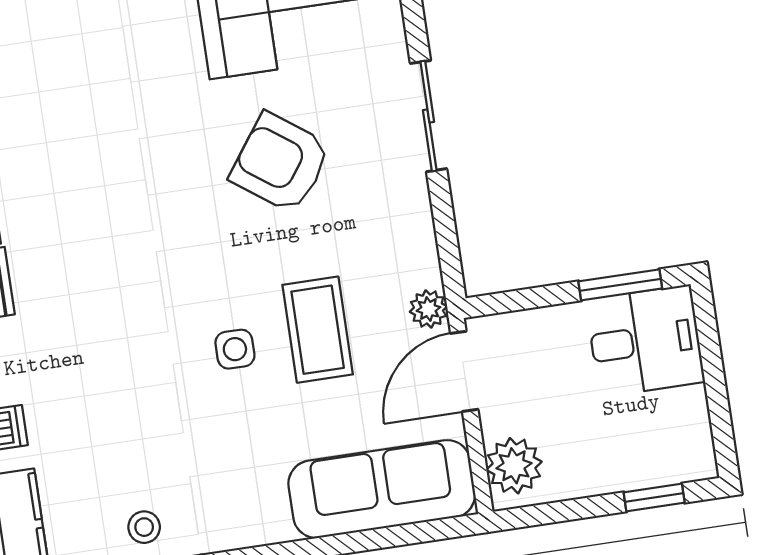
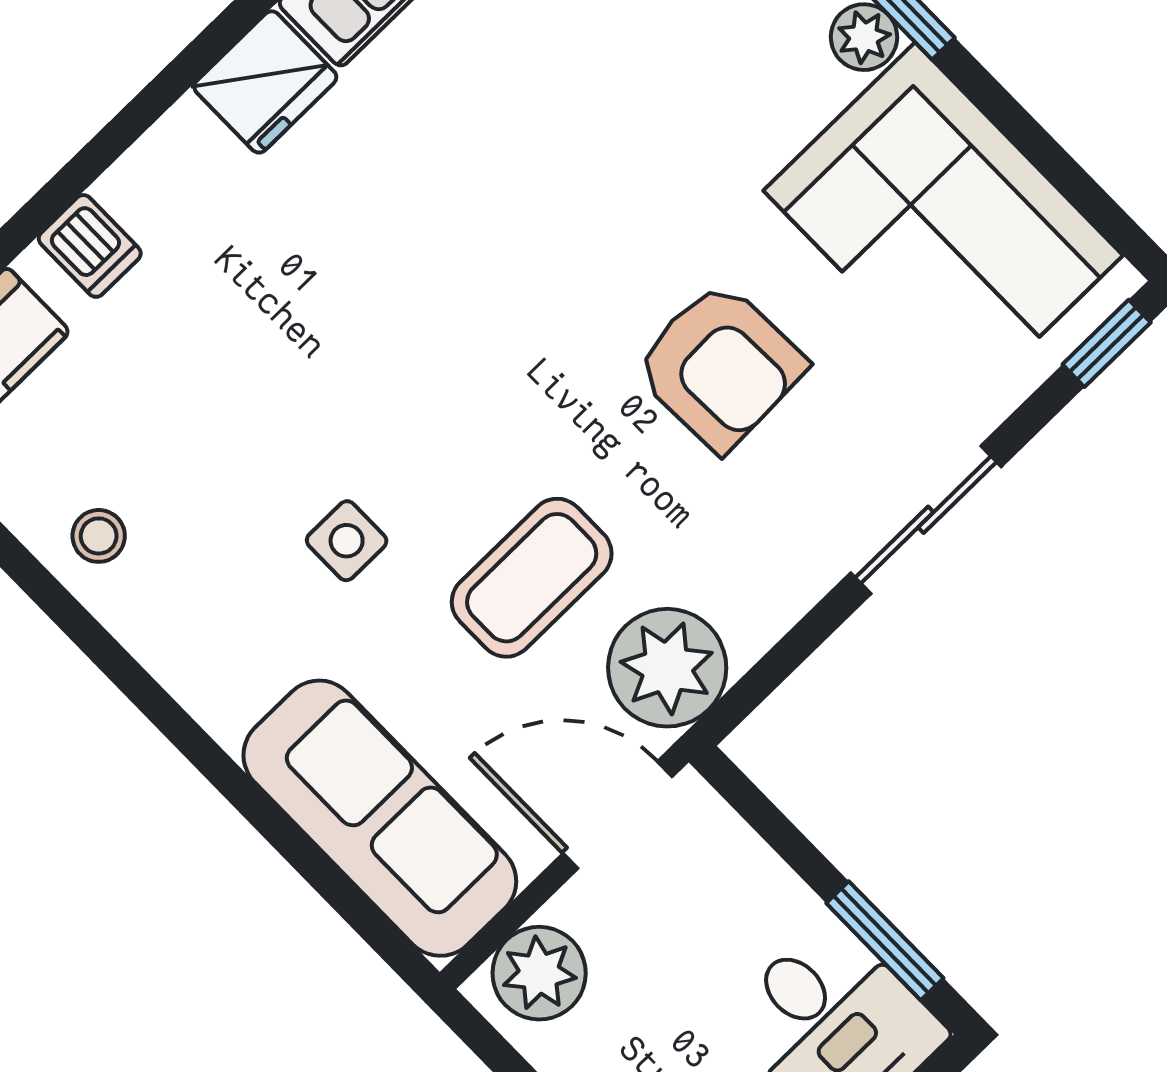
armchair: (280, 163) -> (720, 366), turned 142
plant: (428, 309) -> (667, 668), width x1.87, depth x1.87
side table: (235, 349) -> (347, 541), moved

